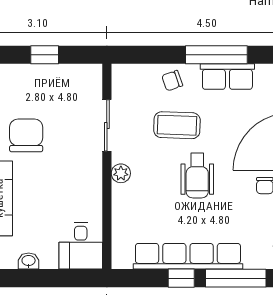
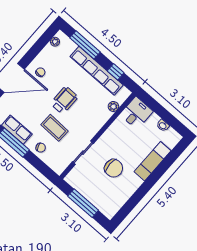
window: (45, 55) -> (83, 203), width x2.17
chair: (26, 135) -> (114, 168), moved, turned -90
plant: (121, 173) -> (113, 106), moved
window: (181, 278) -> (116, 72), moved

